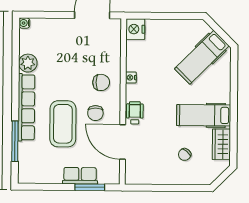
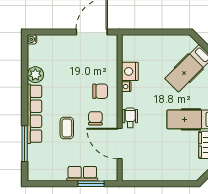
nightstand: (135, 29) -> (130, 71), moved
chair: (95, 113) -> (95, 118), turned 180
coffee table: (63, 124) -> (67, 128), width x0.54, depth x0.58
chair: (185, 155) -> (174, 154), removed

